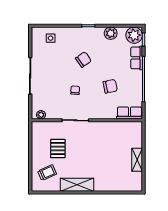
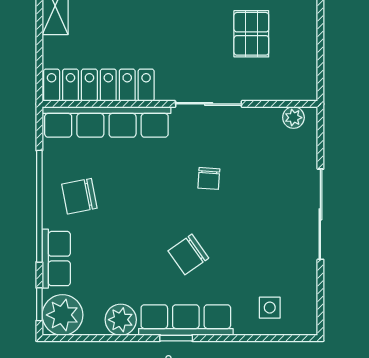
row of seats: (84, 33) -> (186, 320), added
chair: (110, 86) -> (79, 196), moved
row of seats: (129, 113) -> (106, 122), width x2.02
locker: (119, 128) -> (99, 85), added

